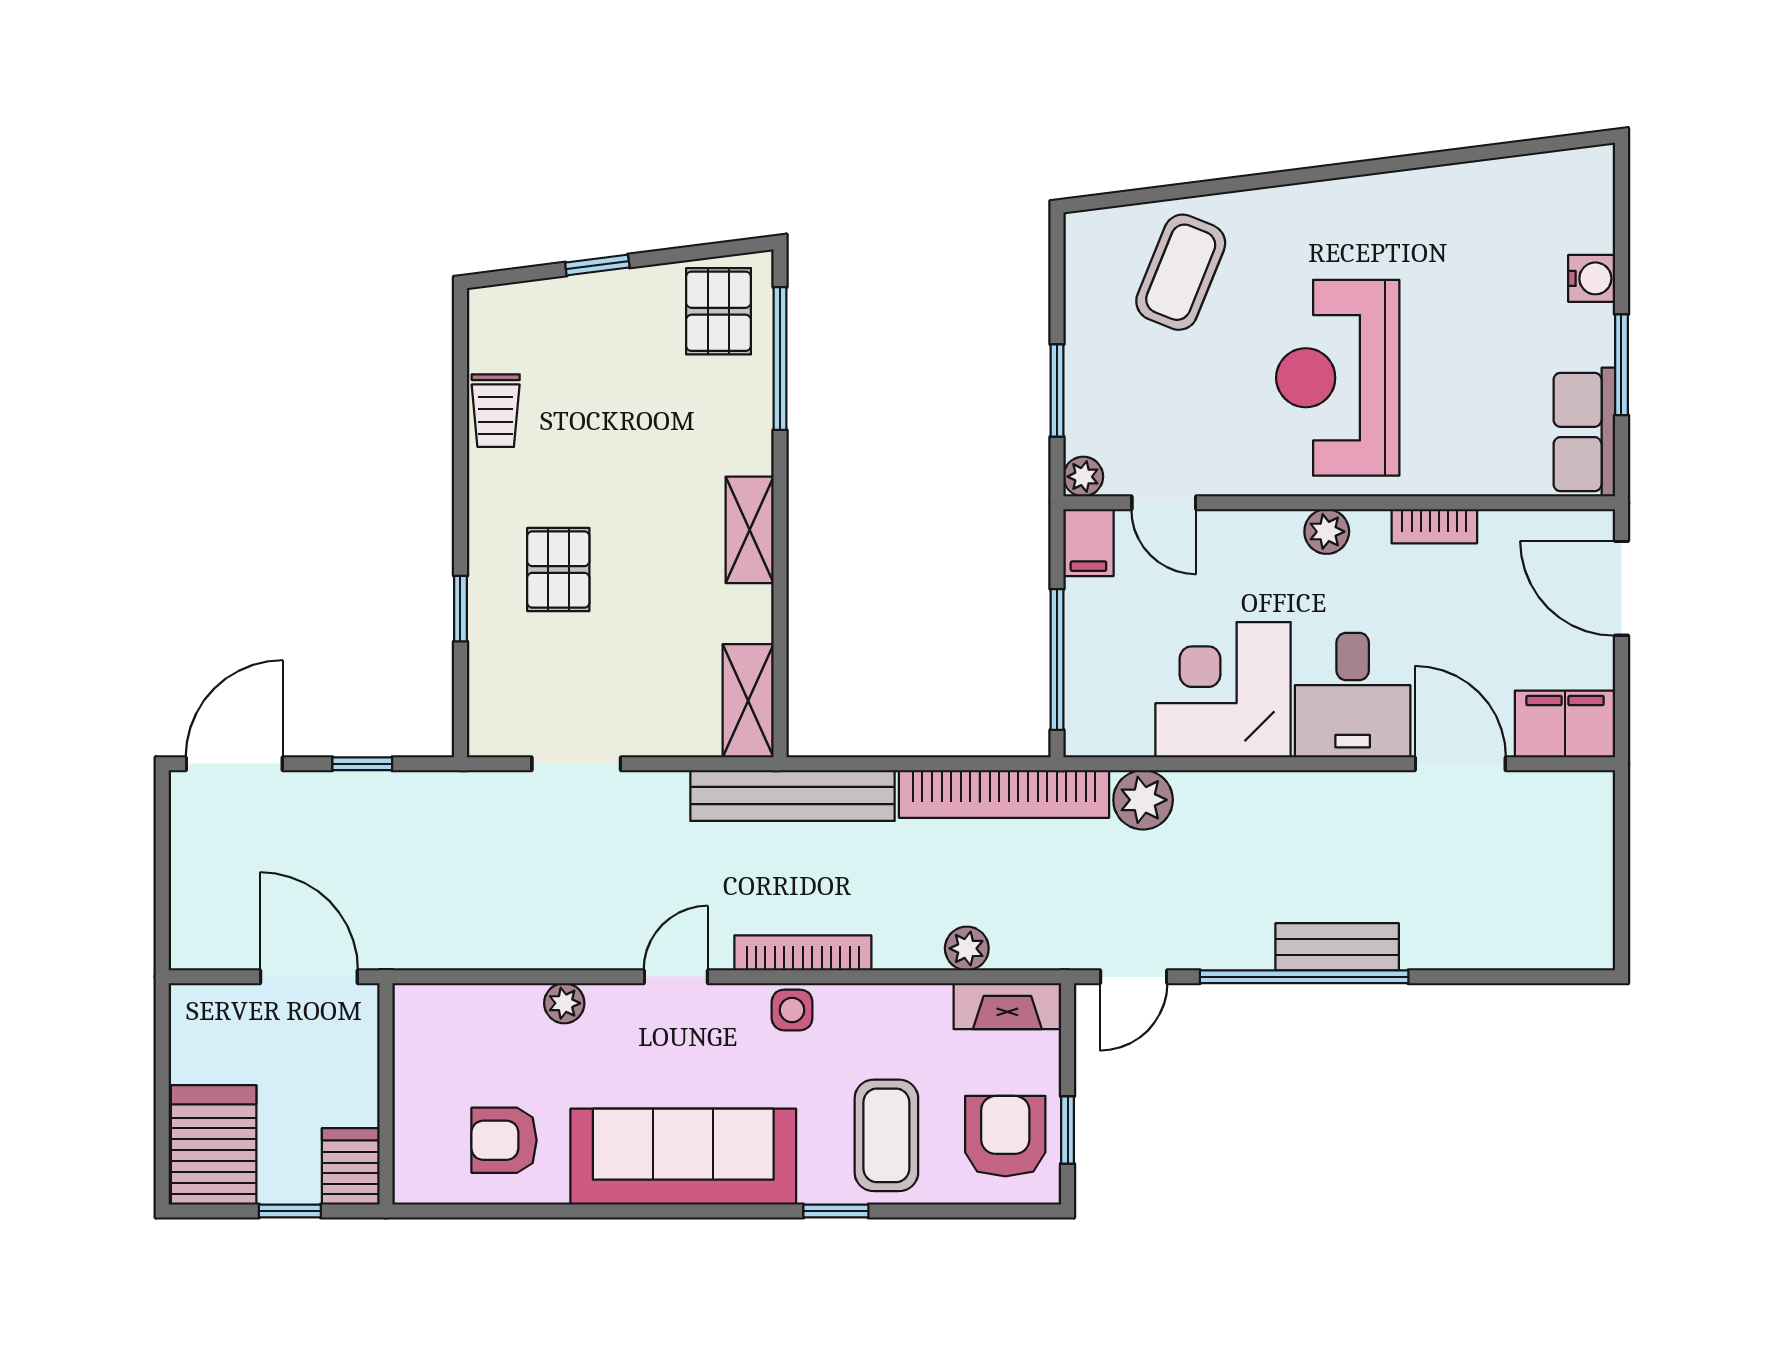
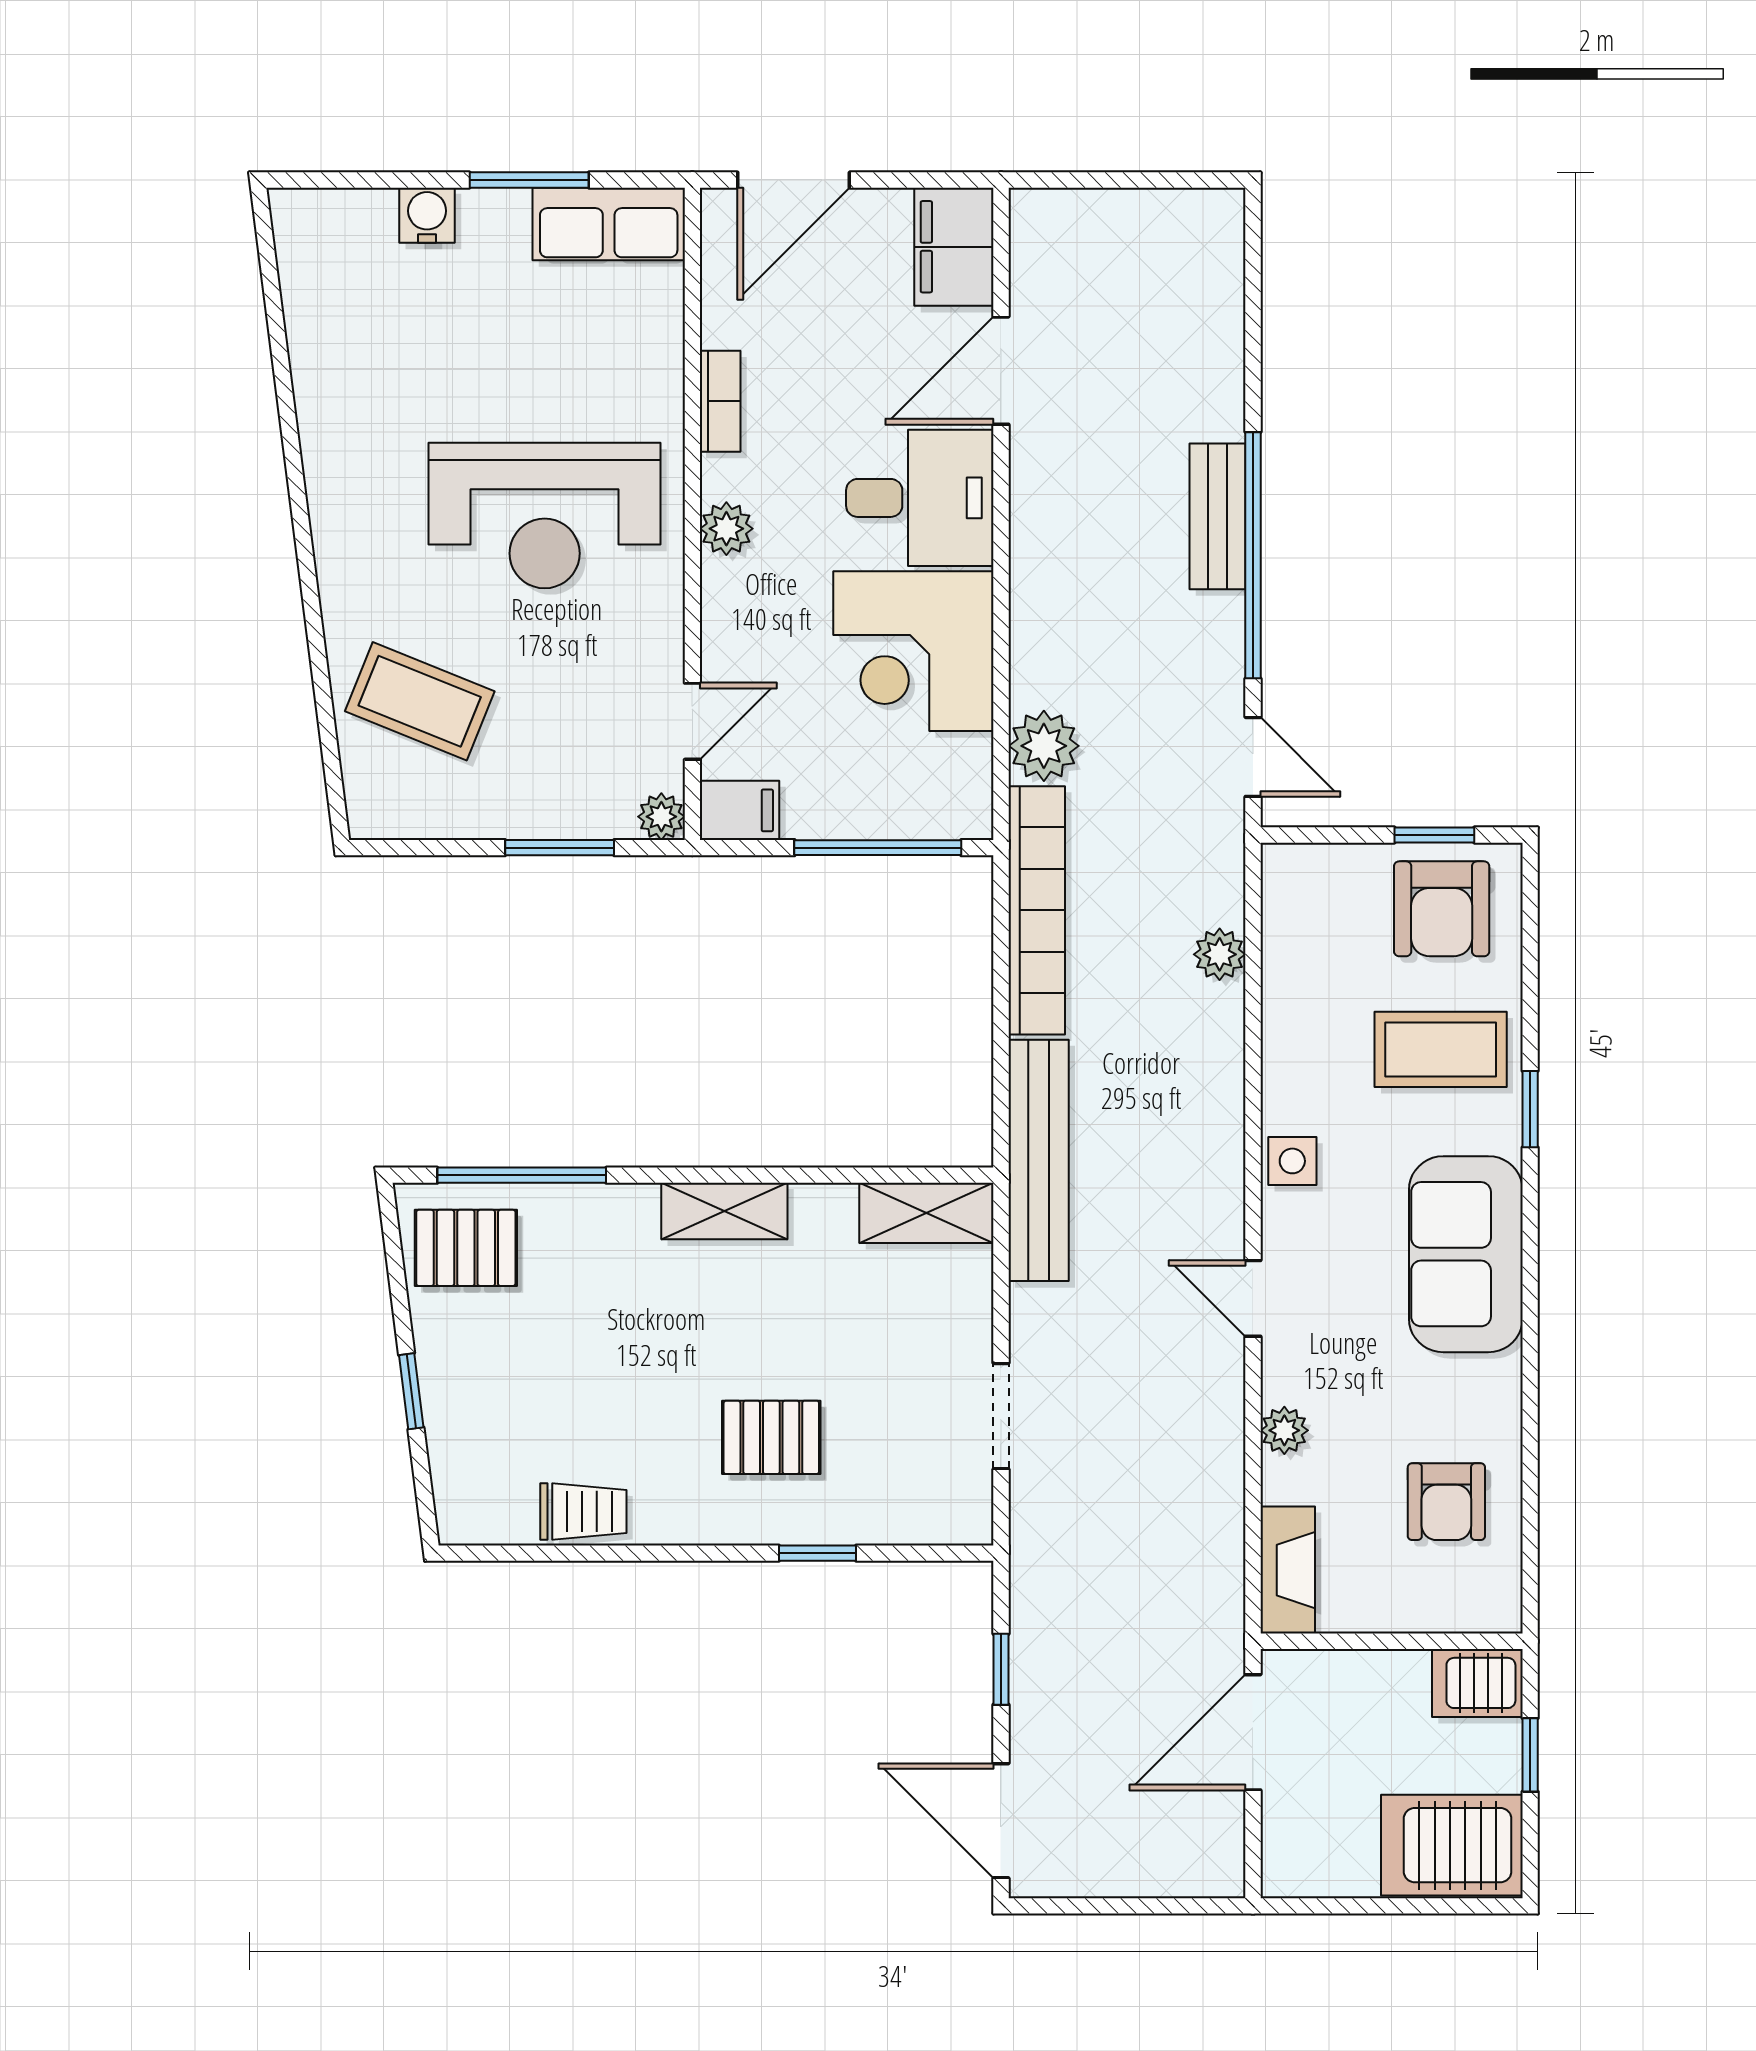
bookcase: (803, 953) -> (1225, 1148), removed
fireplace: (1007, 1006) -> (1288, 1570), moved
armchair: (1005, 1136) -> (1442, 909), turned -90
sofa: (683, 1157) -> (1466, 1254), width x0.73

